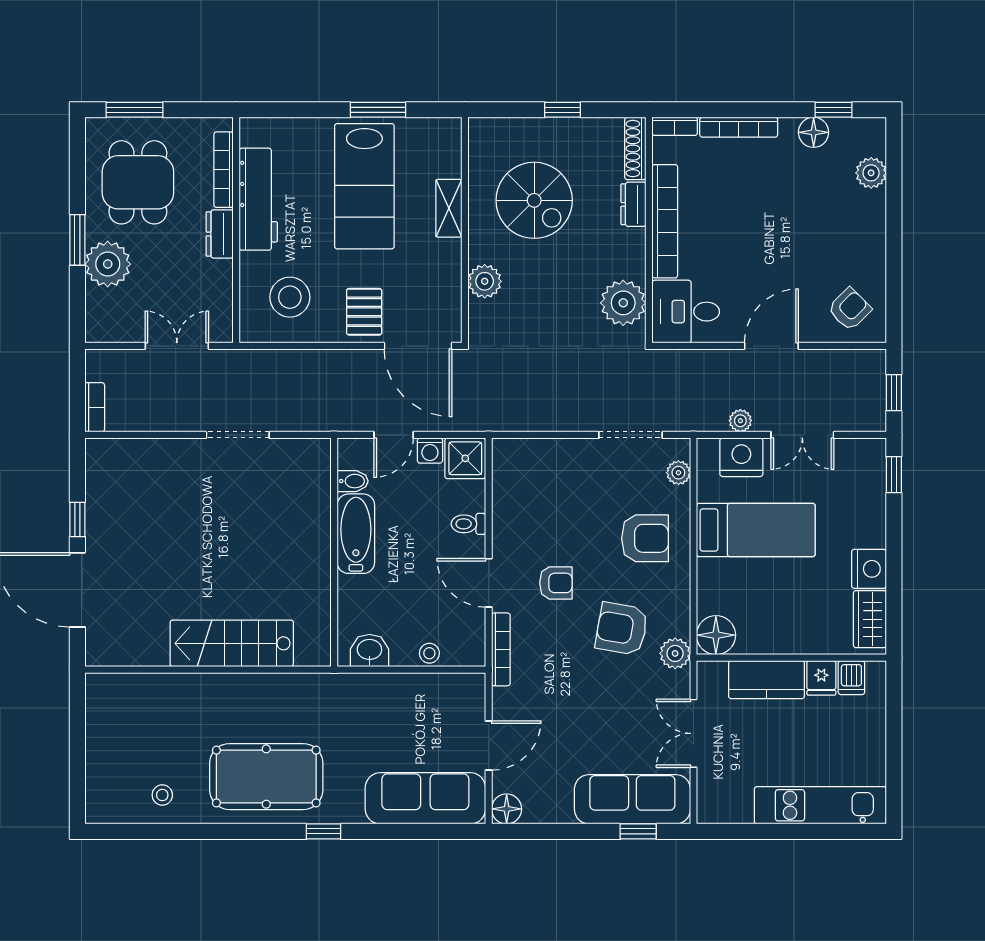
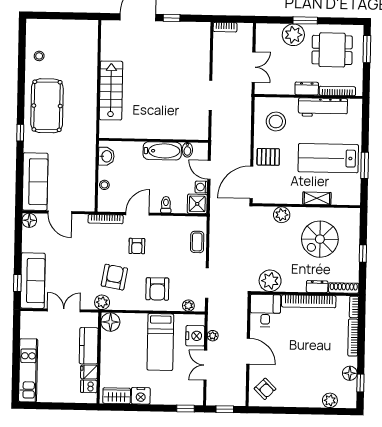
coffee table: (545, 457) -> (197, 242), added

